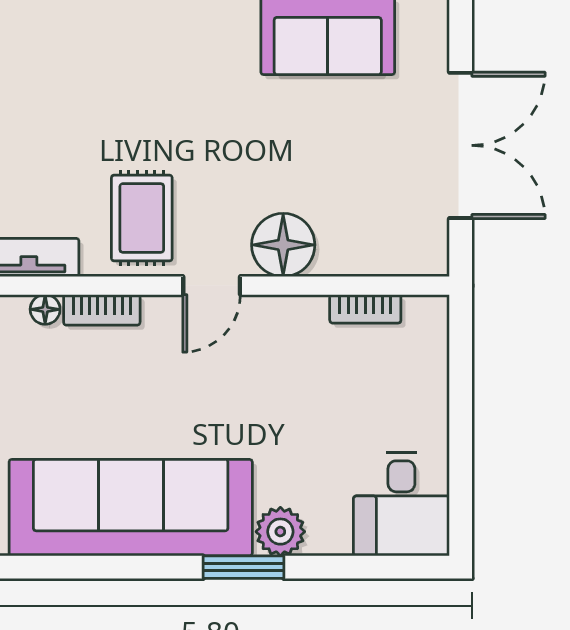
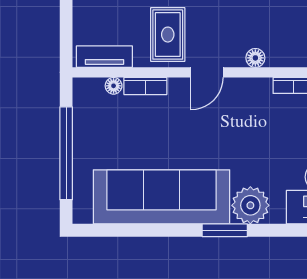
floor lamp: (283, 245) -> (255, 58), width x0.53, depth x0.53
plant: (280, 532) -> (250, 205), width x1.36, depth x1.36

